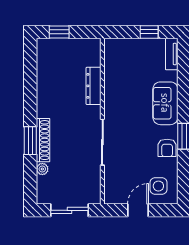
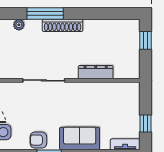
shoe rack: (43, 140) -> (63, 25), moved
window: (30, 141) -> (45, 14), width x1.44

